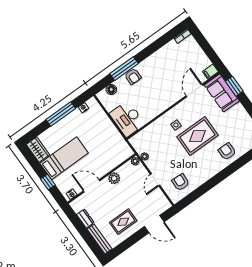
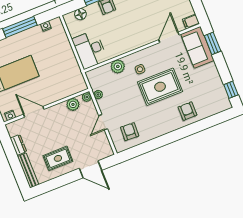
plant: (156, 127) -> (118, 66), added
plant: (114, 178) -> (73, 104), moved

